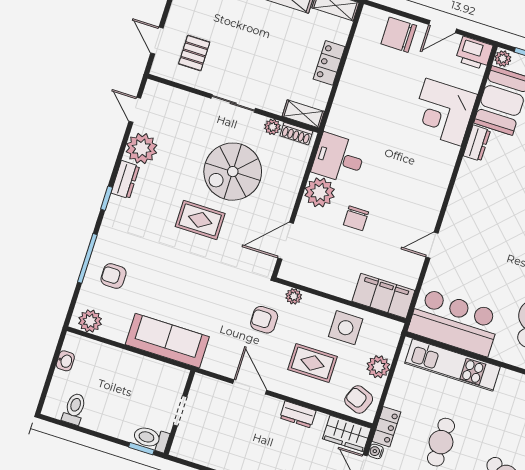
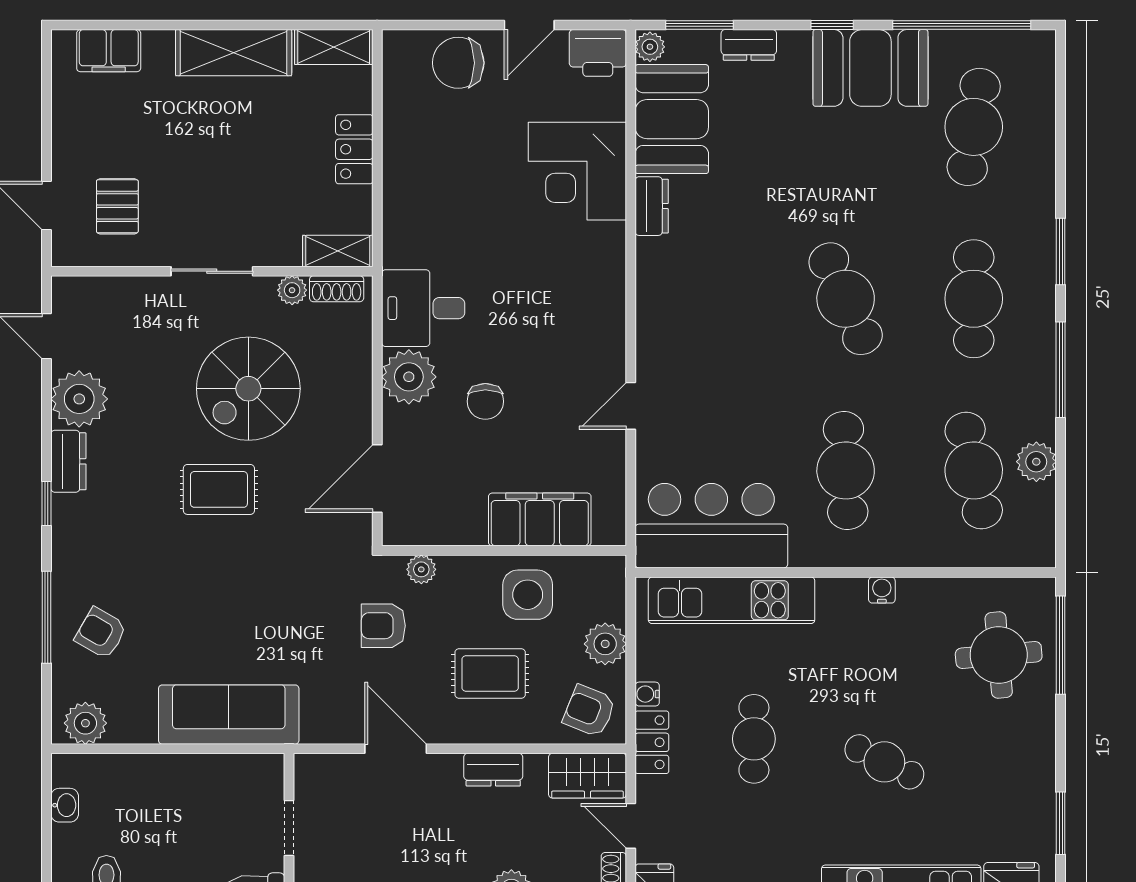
armchair: (113, 276) -> (101, 633), turned 30
filing cabinet: (383, 296) -> (540, 519), moved
water cooler: (376, 451) -> (647, 694), moved

